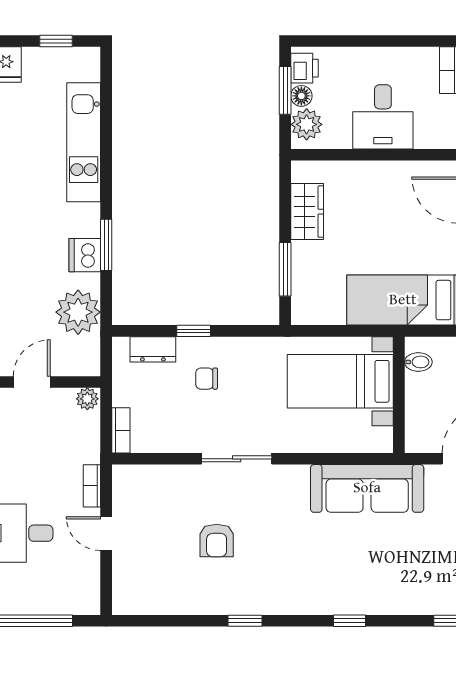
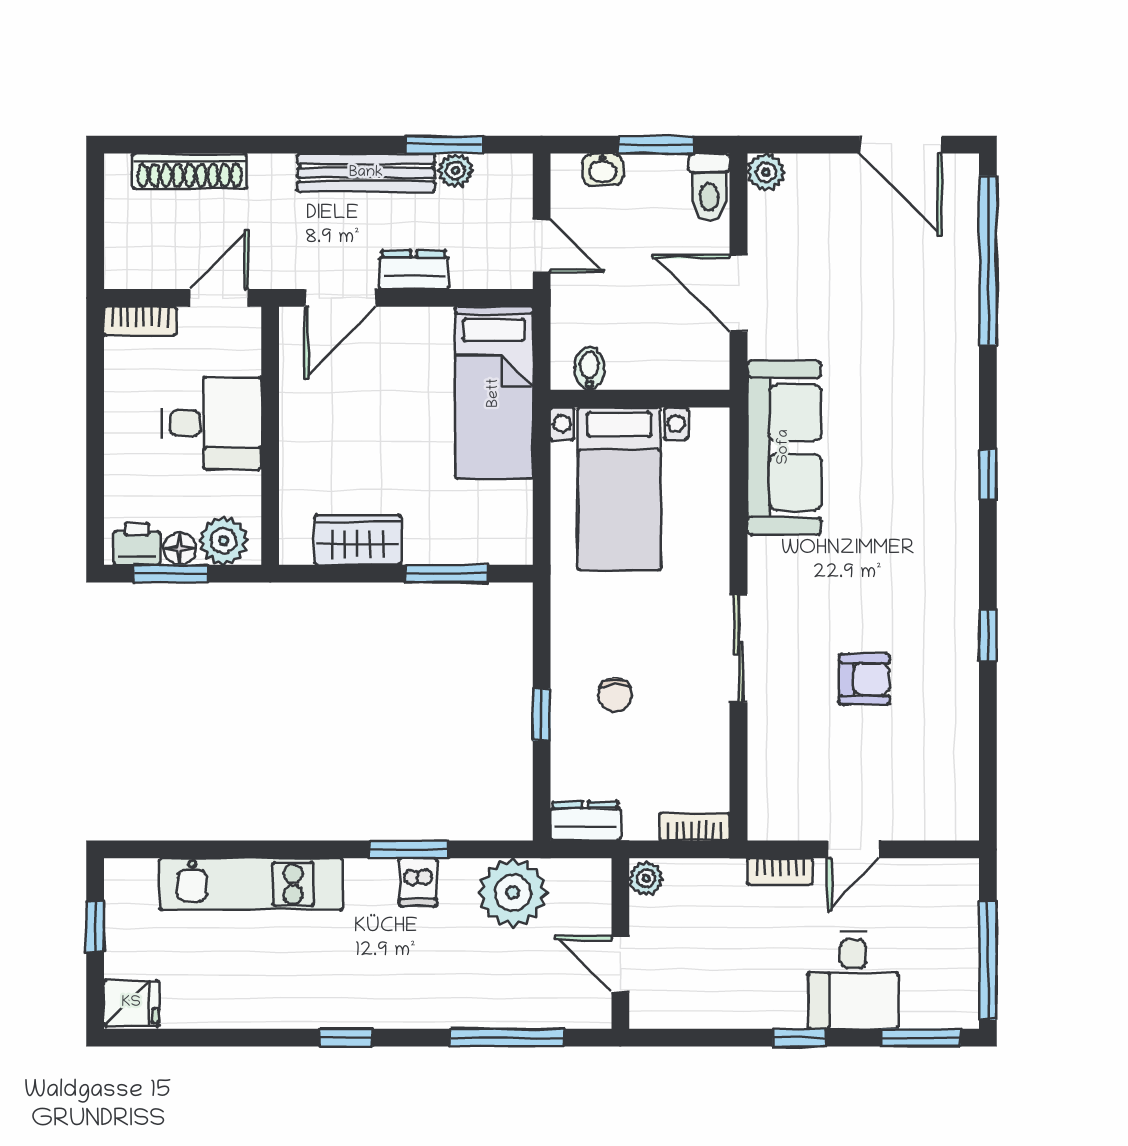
dishwasher: (85, 255) -> (418, 882), width x0.73
dresser: (153, 349) -> (585, 821), moved, turned -90

